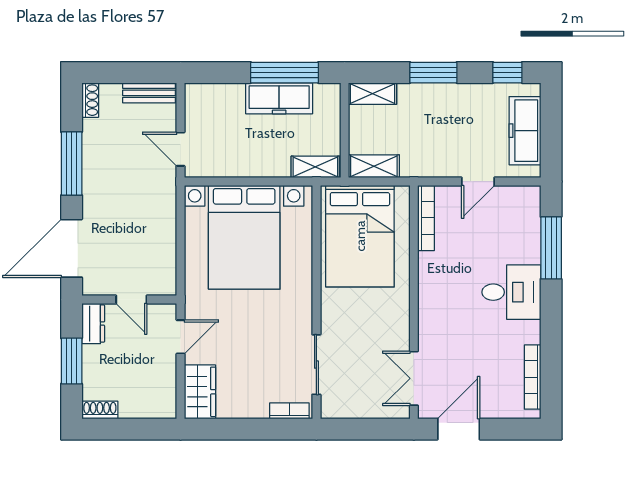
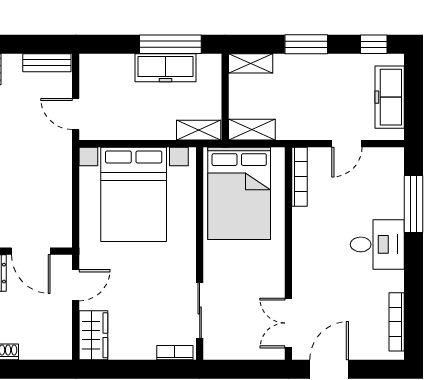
door: (131, 300) -> (31, 251), width x1.38

